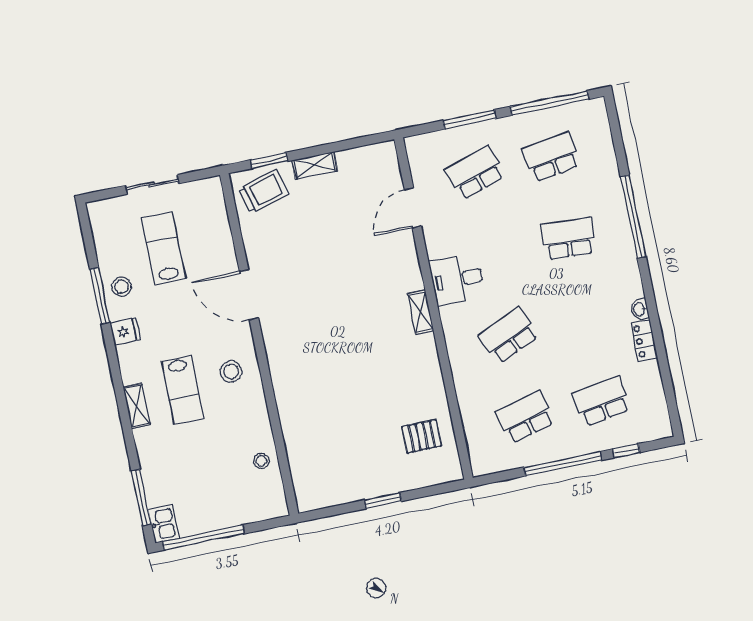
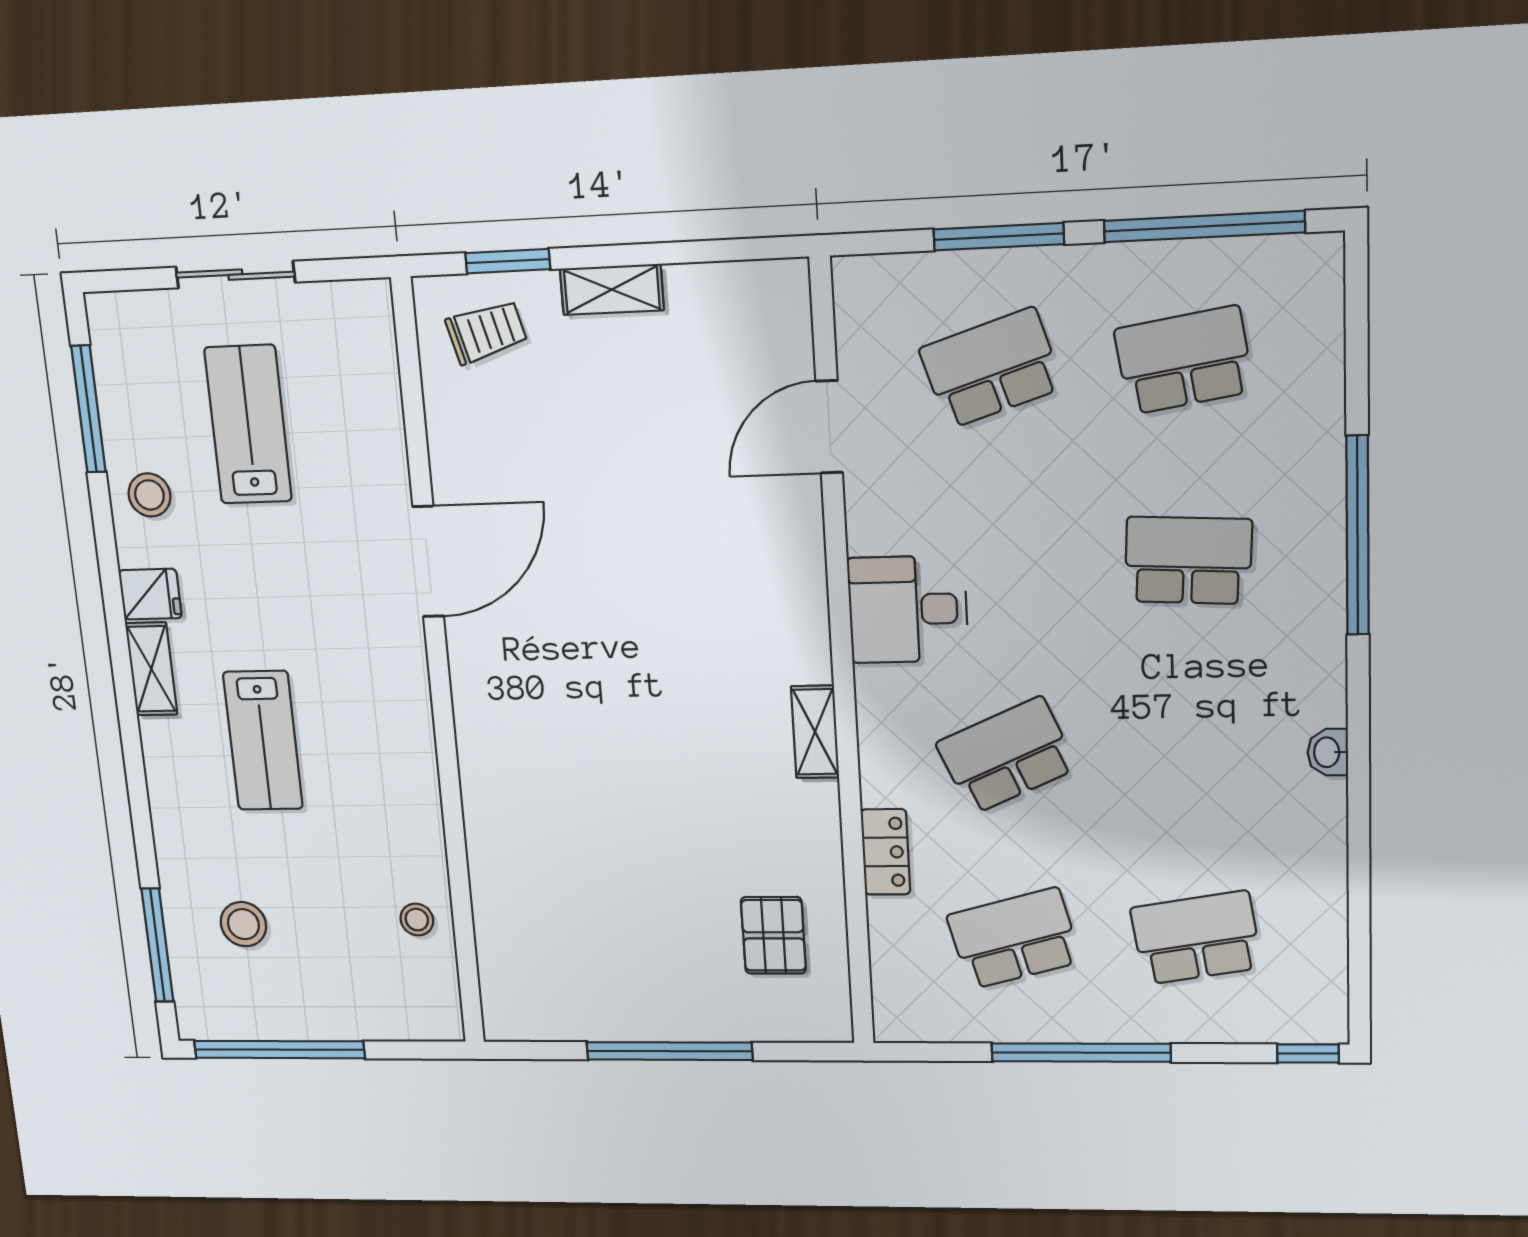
trolley: (263, 191) -> (486, 332), width x0.73, depth x0.72
door: (249, 295) -> (428, 562), swing flipped
window: (100, 296) -> (88, 409), moved
shelving: (420, 312) -> (815, 732), moved
locker: (644, 341) -> (885, 852), moved, turned 180
stool: (231, 372) -> (243, 924), moved
shelving: (137, 406) -> (151, 669), moved
pallet: (422, 436) -> (773, 935), turned 90
window: (626, 451) -> (1308, 1053), moved
window: (383, 501) -> (669, 1051), width x2.11
kitchen sink: (164, 524) -> (200, 1006), removed

